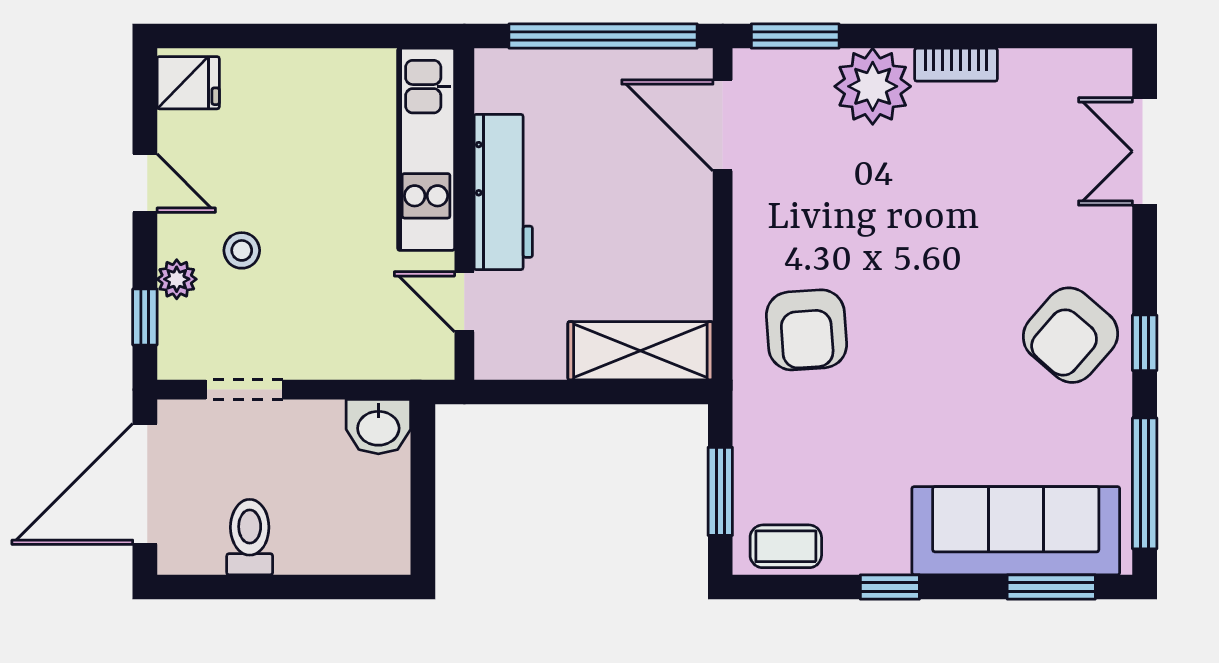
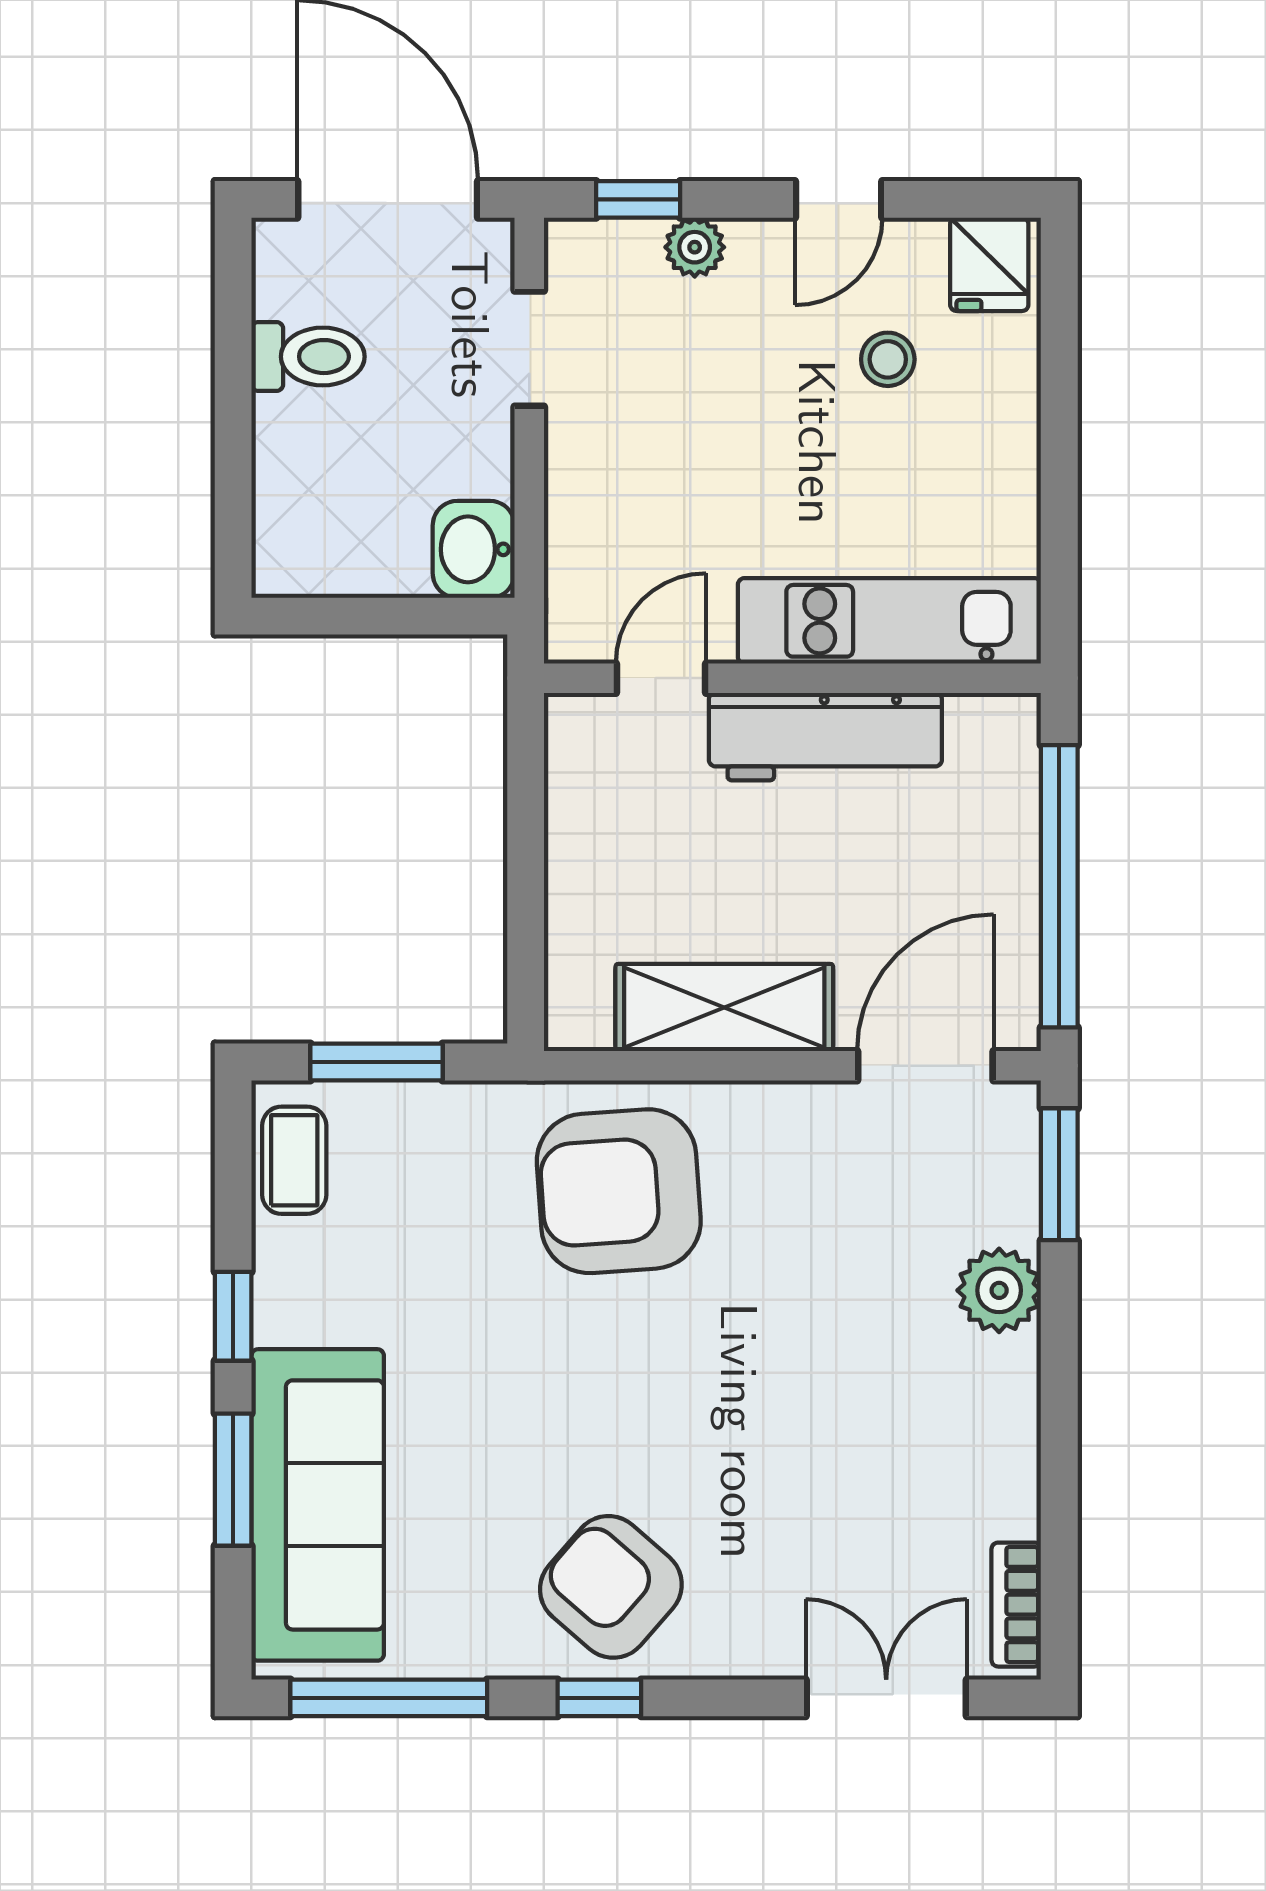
bookcase: (956, 65) -> (1016, 1605), moved
plant: (873, 86) -> (999, 1290), width x0.73, depth x0.73
stool: (242, 250) -> (888, 359), moved
armchair: (806, 330) -> (619, 1191), width x1.36, depth x1.36
shelving: (640, 351) -> (724, 1007), moved, turned 90
window: (1051, 587) -> (233, 1480), moved

